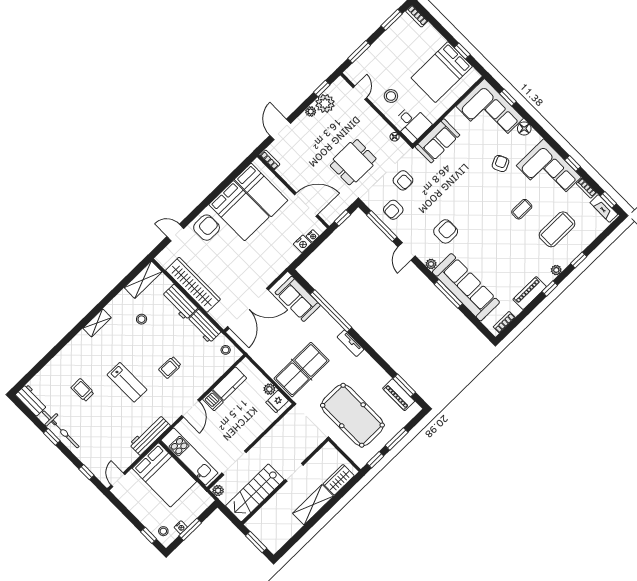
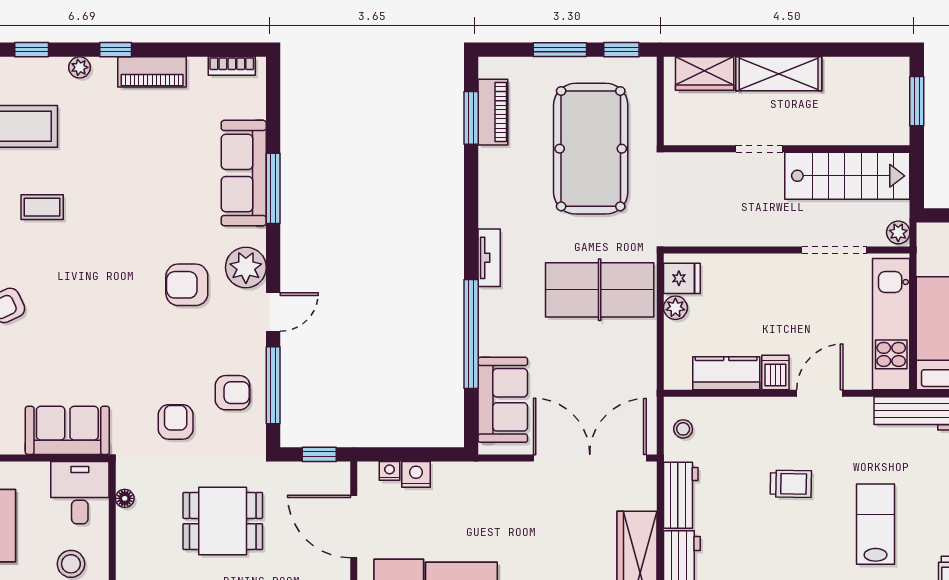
plant: (431, 264) -> (246, 267), width x1.87, depth x1.87
sofa: (466, 287) -> (244, 173), width x0.74, depth x0.79

